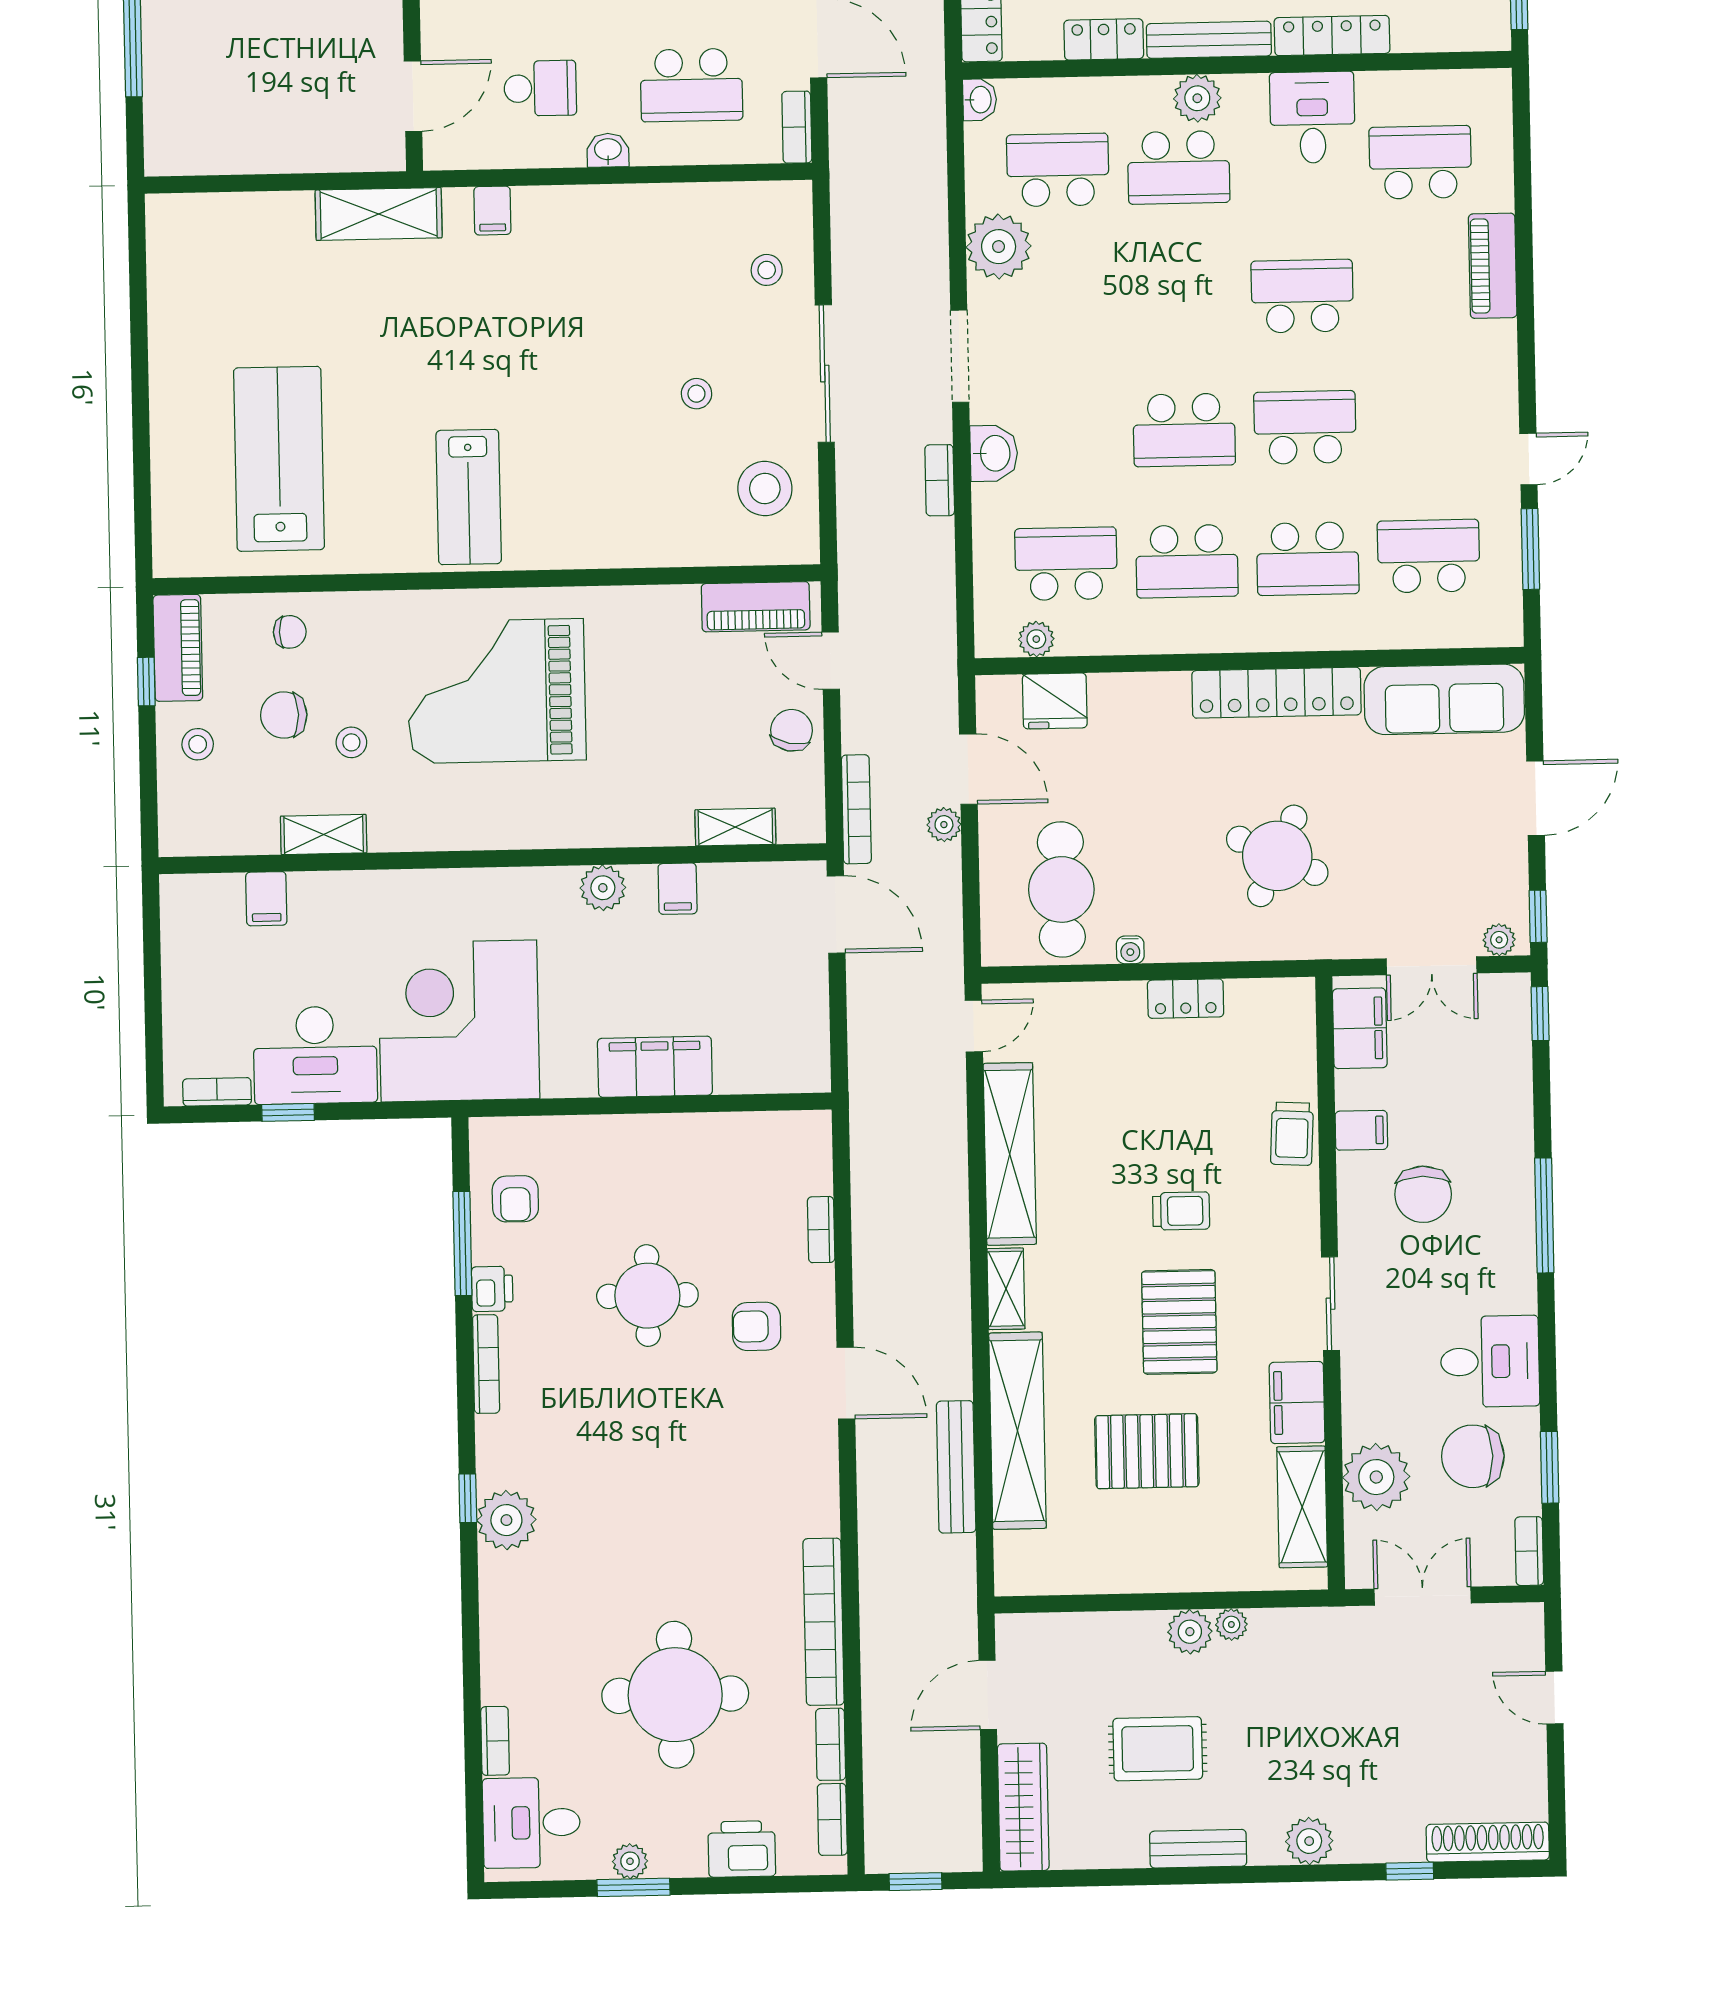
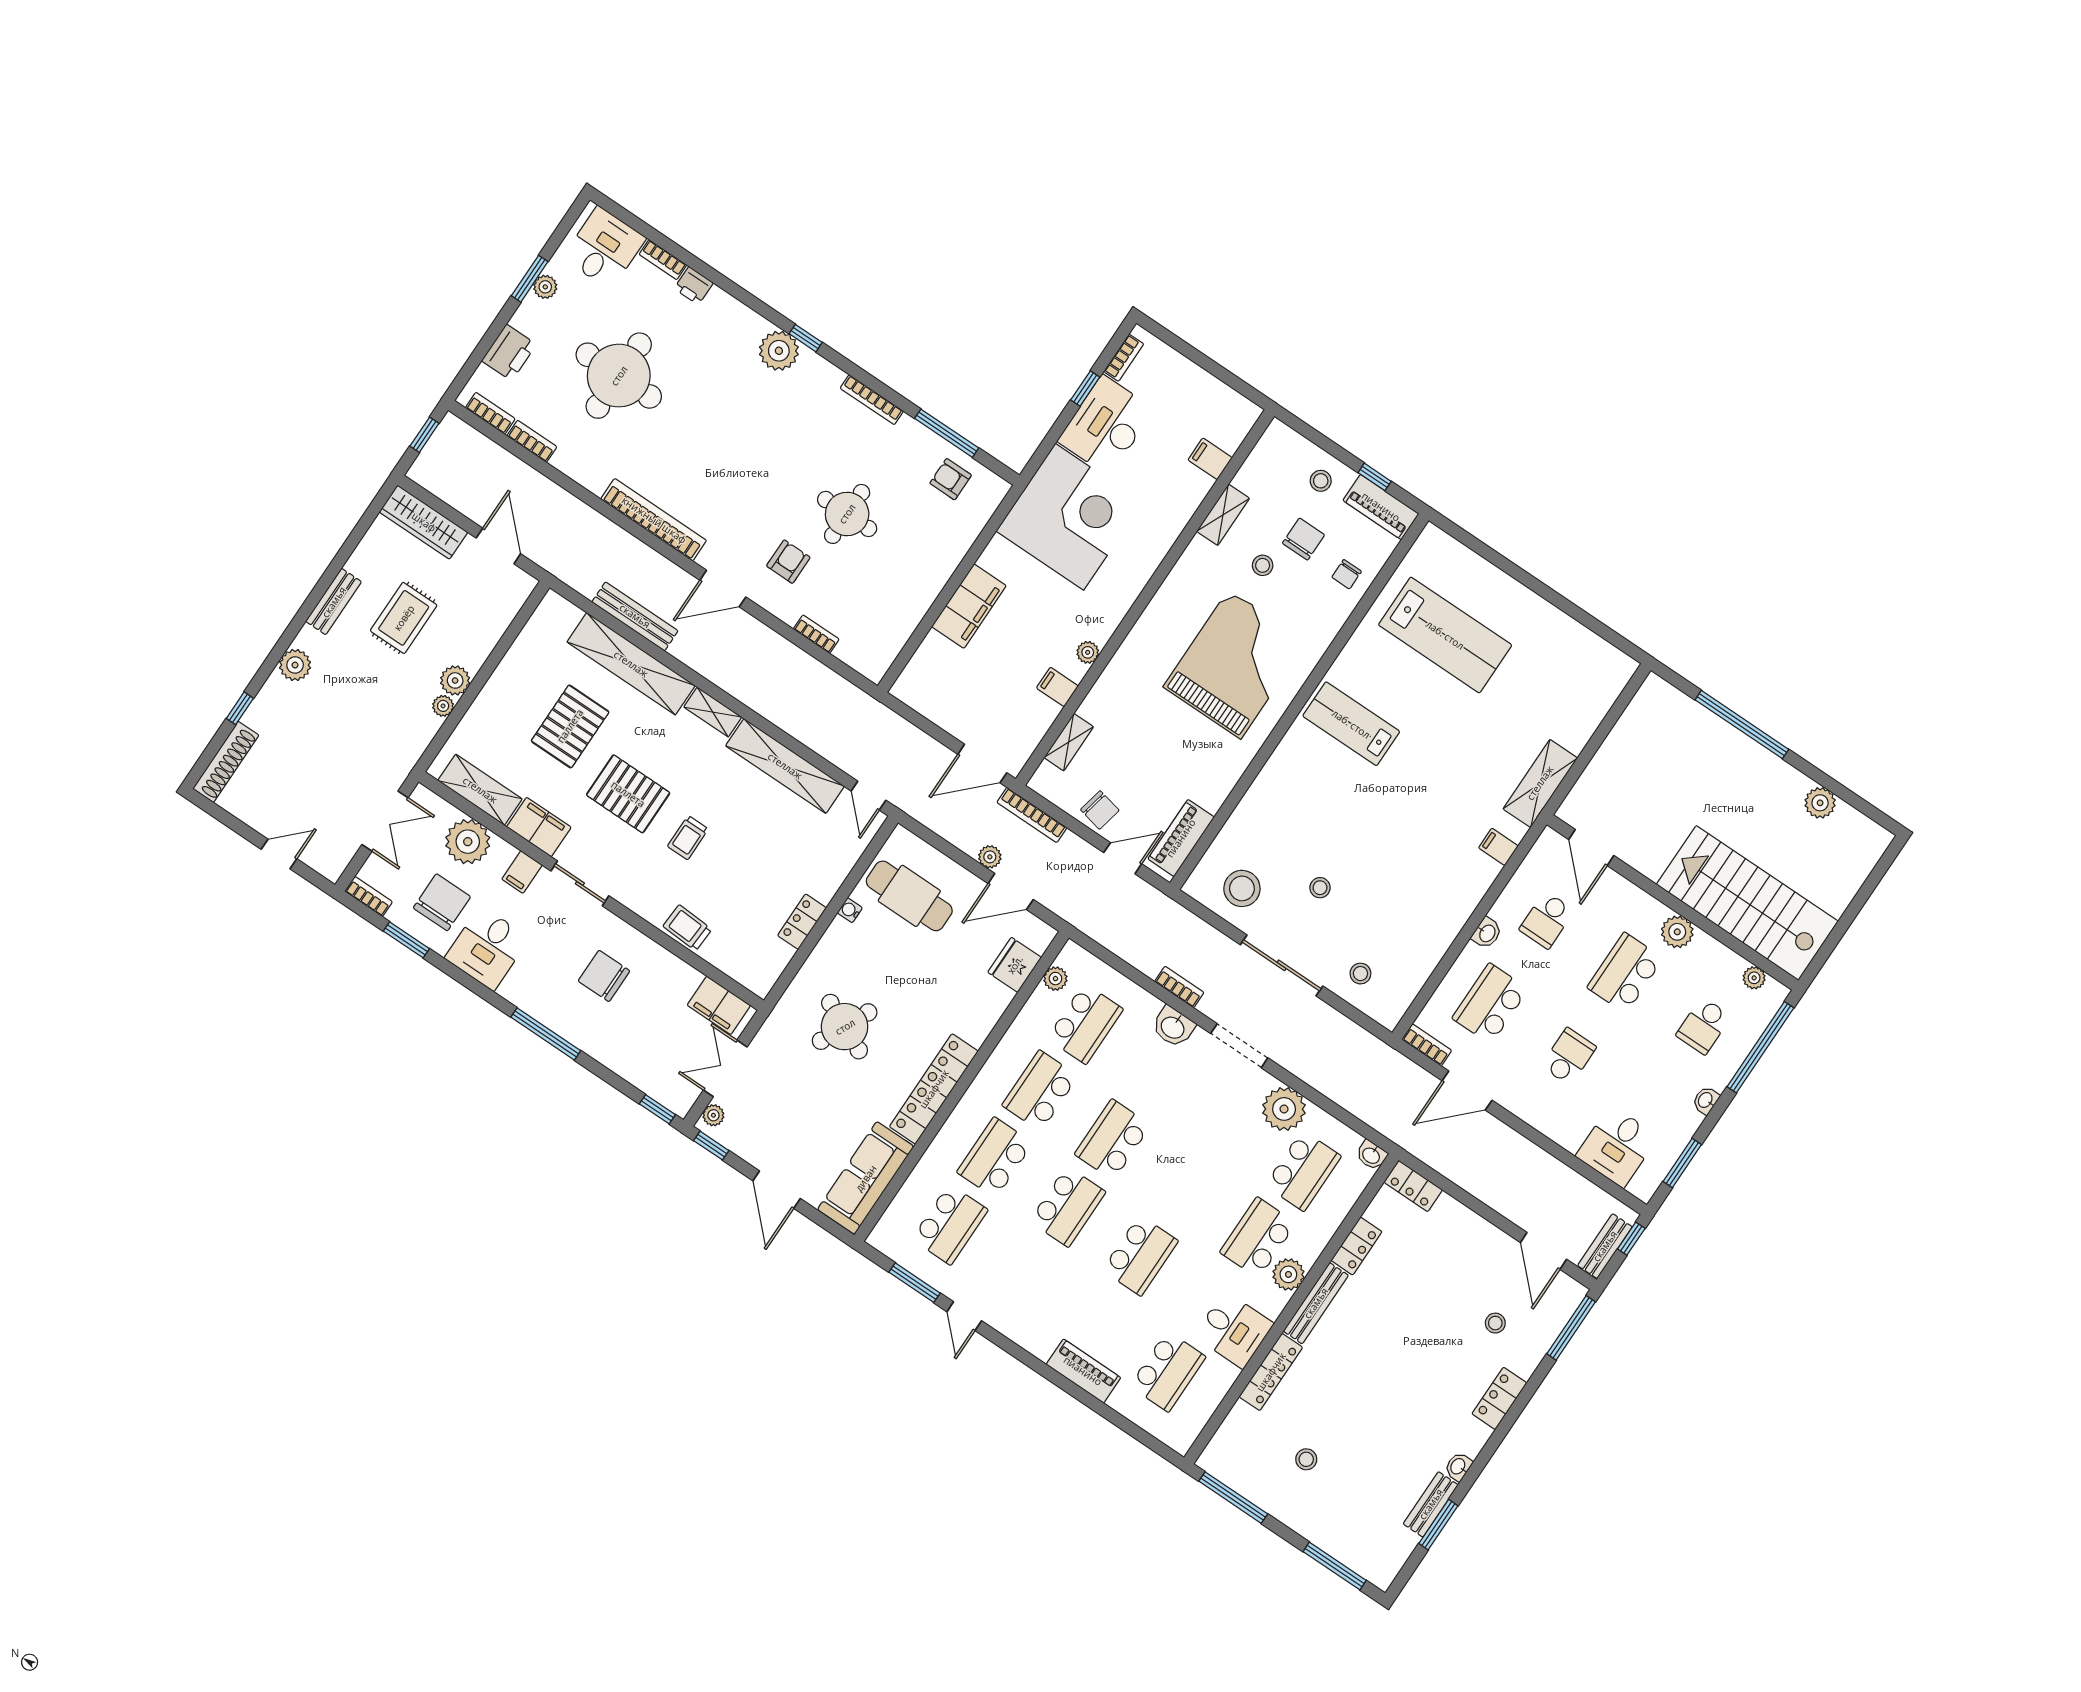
plant: (603, 888) -> (1088, 652), width x0.73, depth x0.73
filing cabinet: (1361, 1130) -> (522, 872), moved
printer: (492, 1289) -> (694, 286), moved
bookcase: (824, 1622) -> (654, 520), moved

